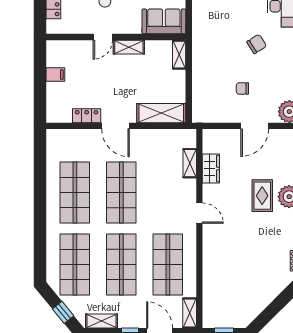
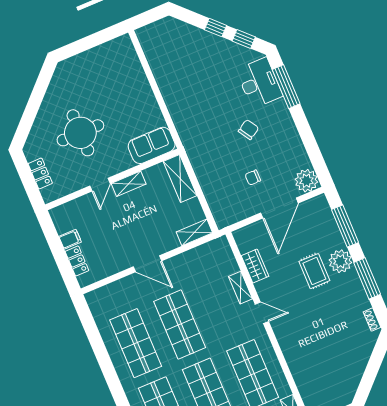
shelving: (179, 55) -> (180, 179), width x1.50, depth x1.33
shelving: (161, 113) -> (194, 232), width x0.67, depth x0.75
locker: (87, 116) -> (77, 261), moved, turned 90
door: (255, 126) -> (279, 208), width x1.36
shelving: (190, 163) -> (241, 288), moved

